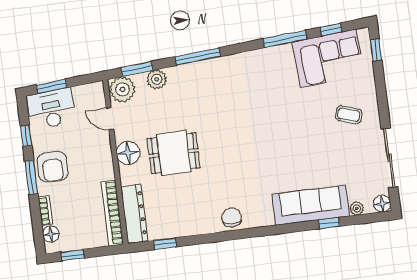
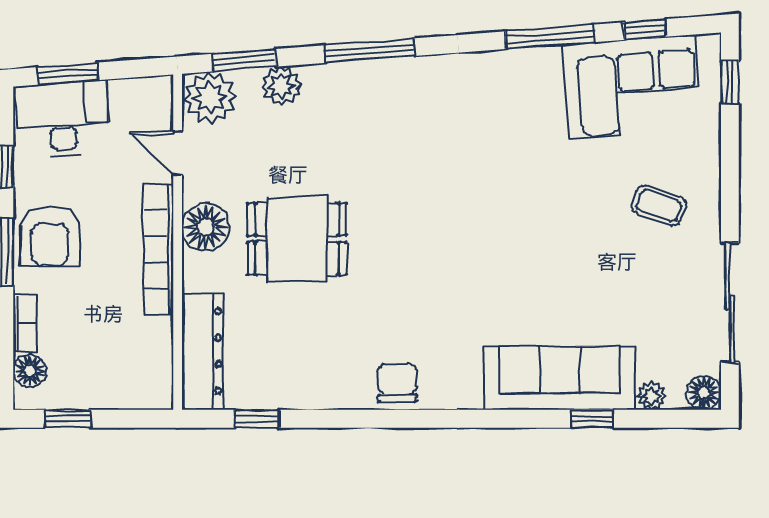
bookcase: (112, 213) -> (158, 250), moved

